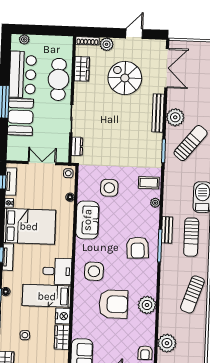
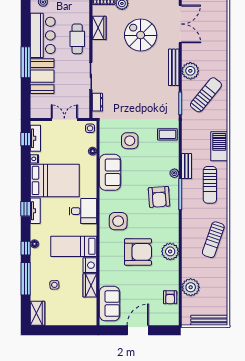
cafe table: (59, 79) -> (77, 39), width x0.73, depth x0.74
plant: (155, 203) -> (174, 173), moved
bench: (167, 230) -> (187, 166), moved
desk: (57, 271) -> (83, 211), moved

